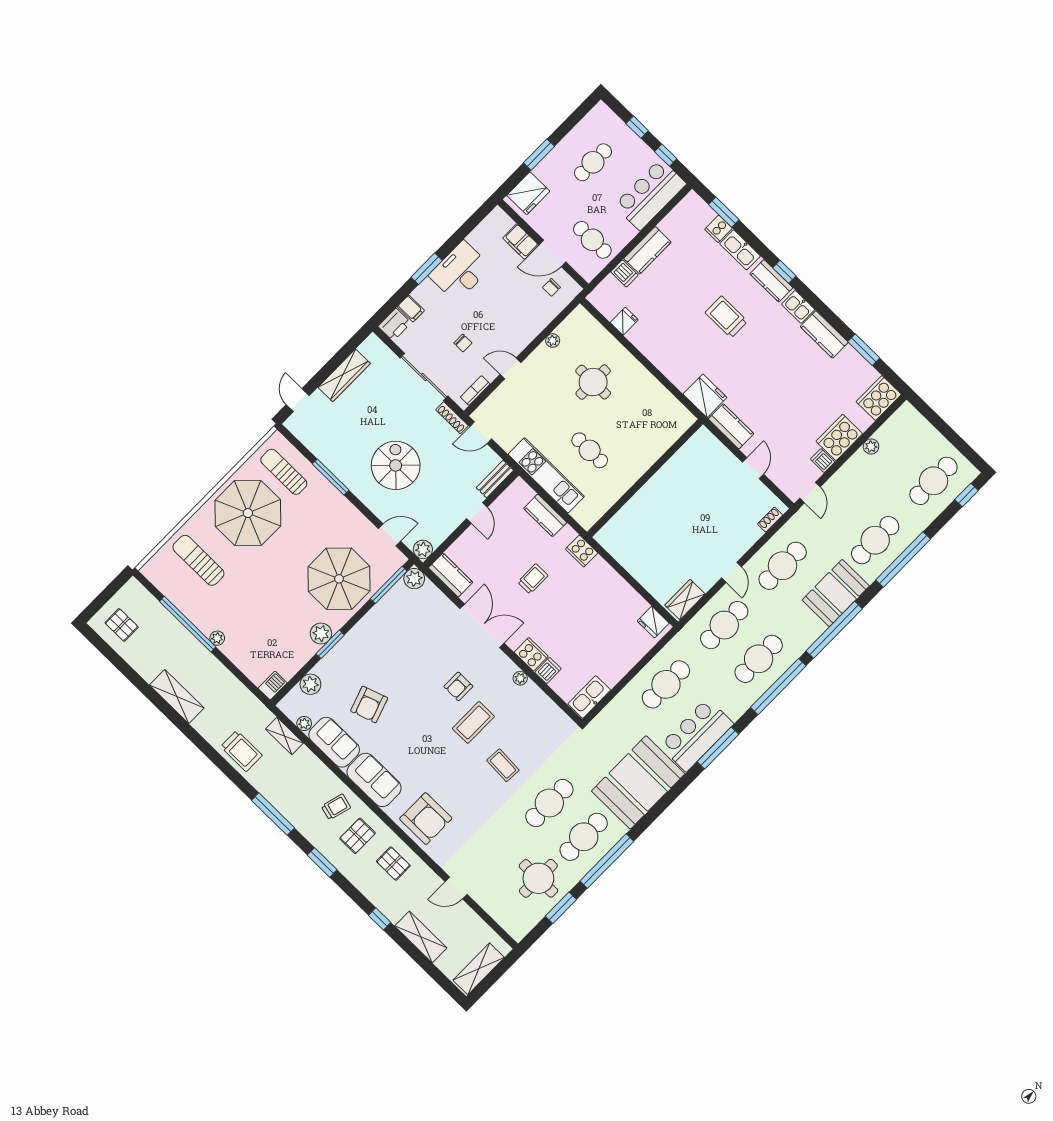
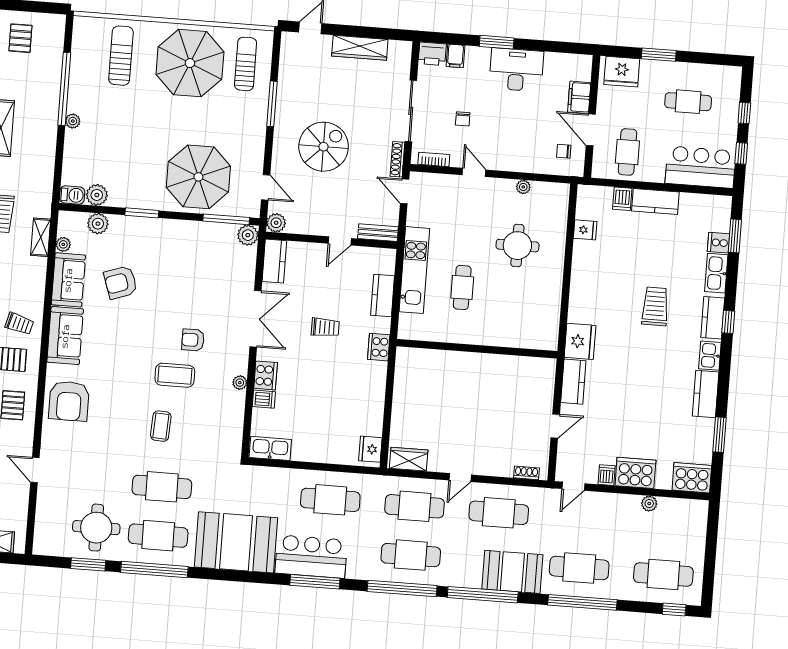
plant: (321, 634) -> (97, 195), moved

